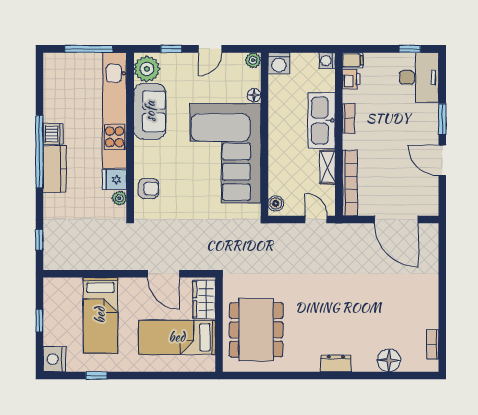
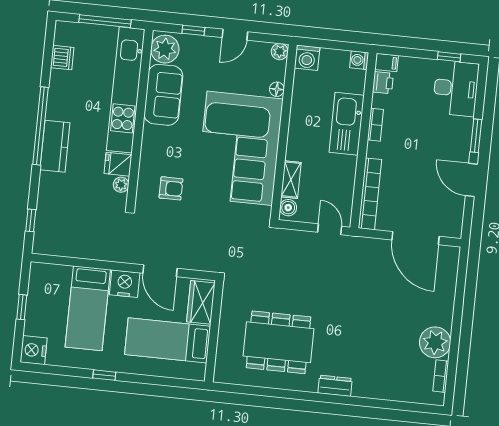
dishwasher: (53, 134) -> (62, 58), moved
shelving: (328, 167) -> (291, 180), moved
armchair: (149, 188) -> (171, 188), moved
nightstand: (132, 289) -> (125, 284), added
plant: (424, 314) -> (435, 342), added
dining table: (256, 330) -> (278, 342), moved, turned 90
floor lamp: (389, 360) -> (392, 388), removed
window: (96, 375) -> (104, 375), moved

